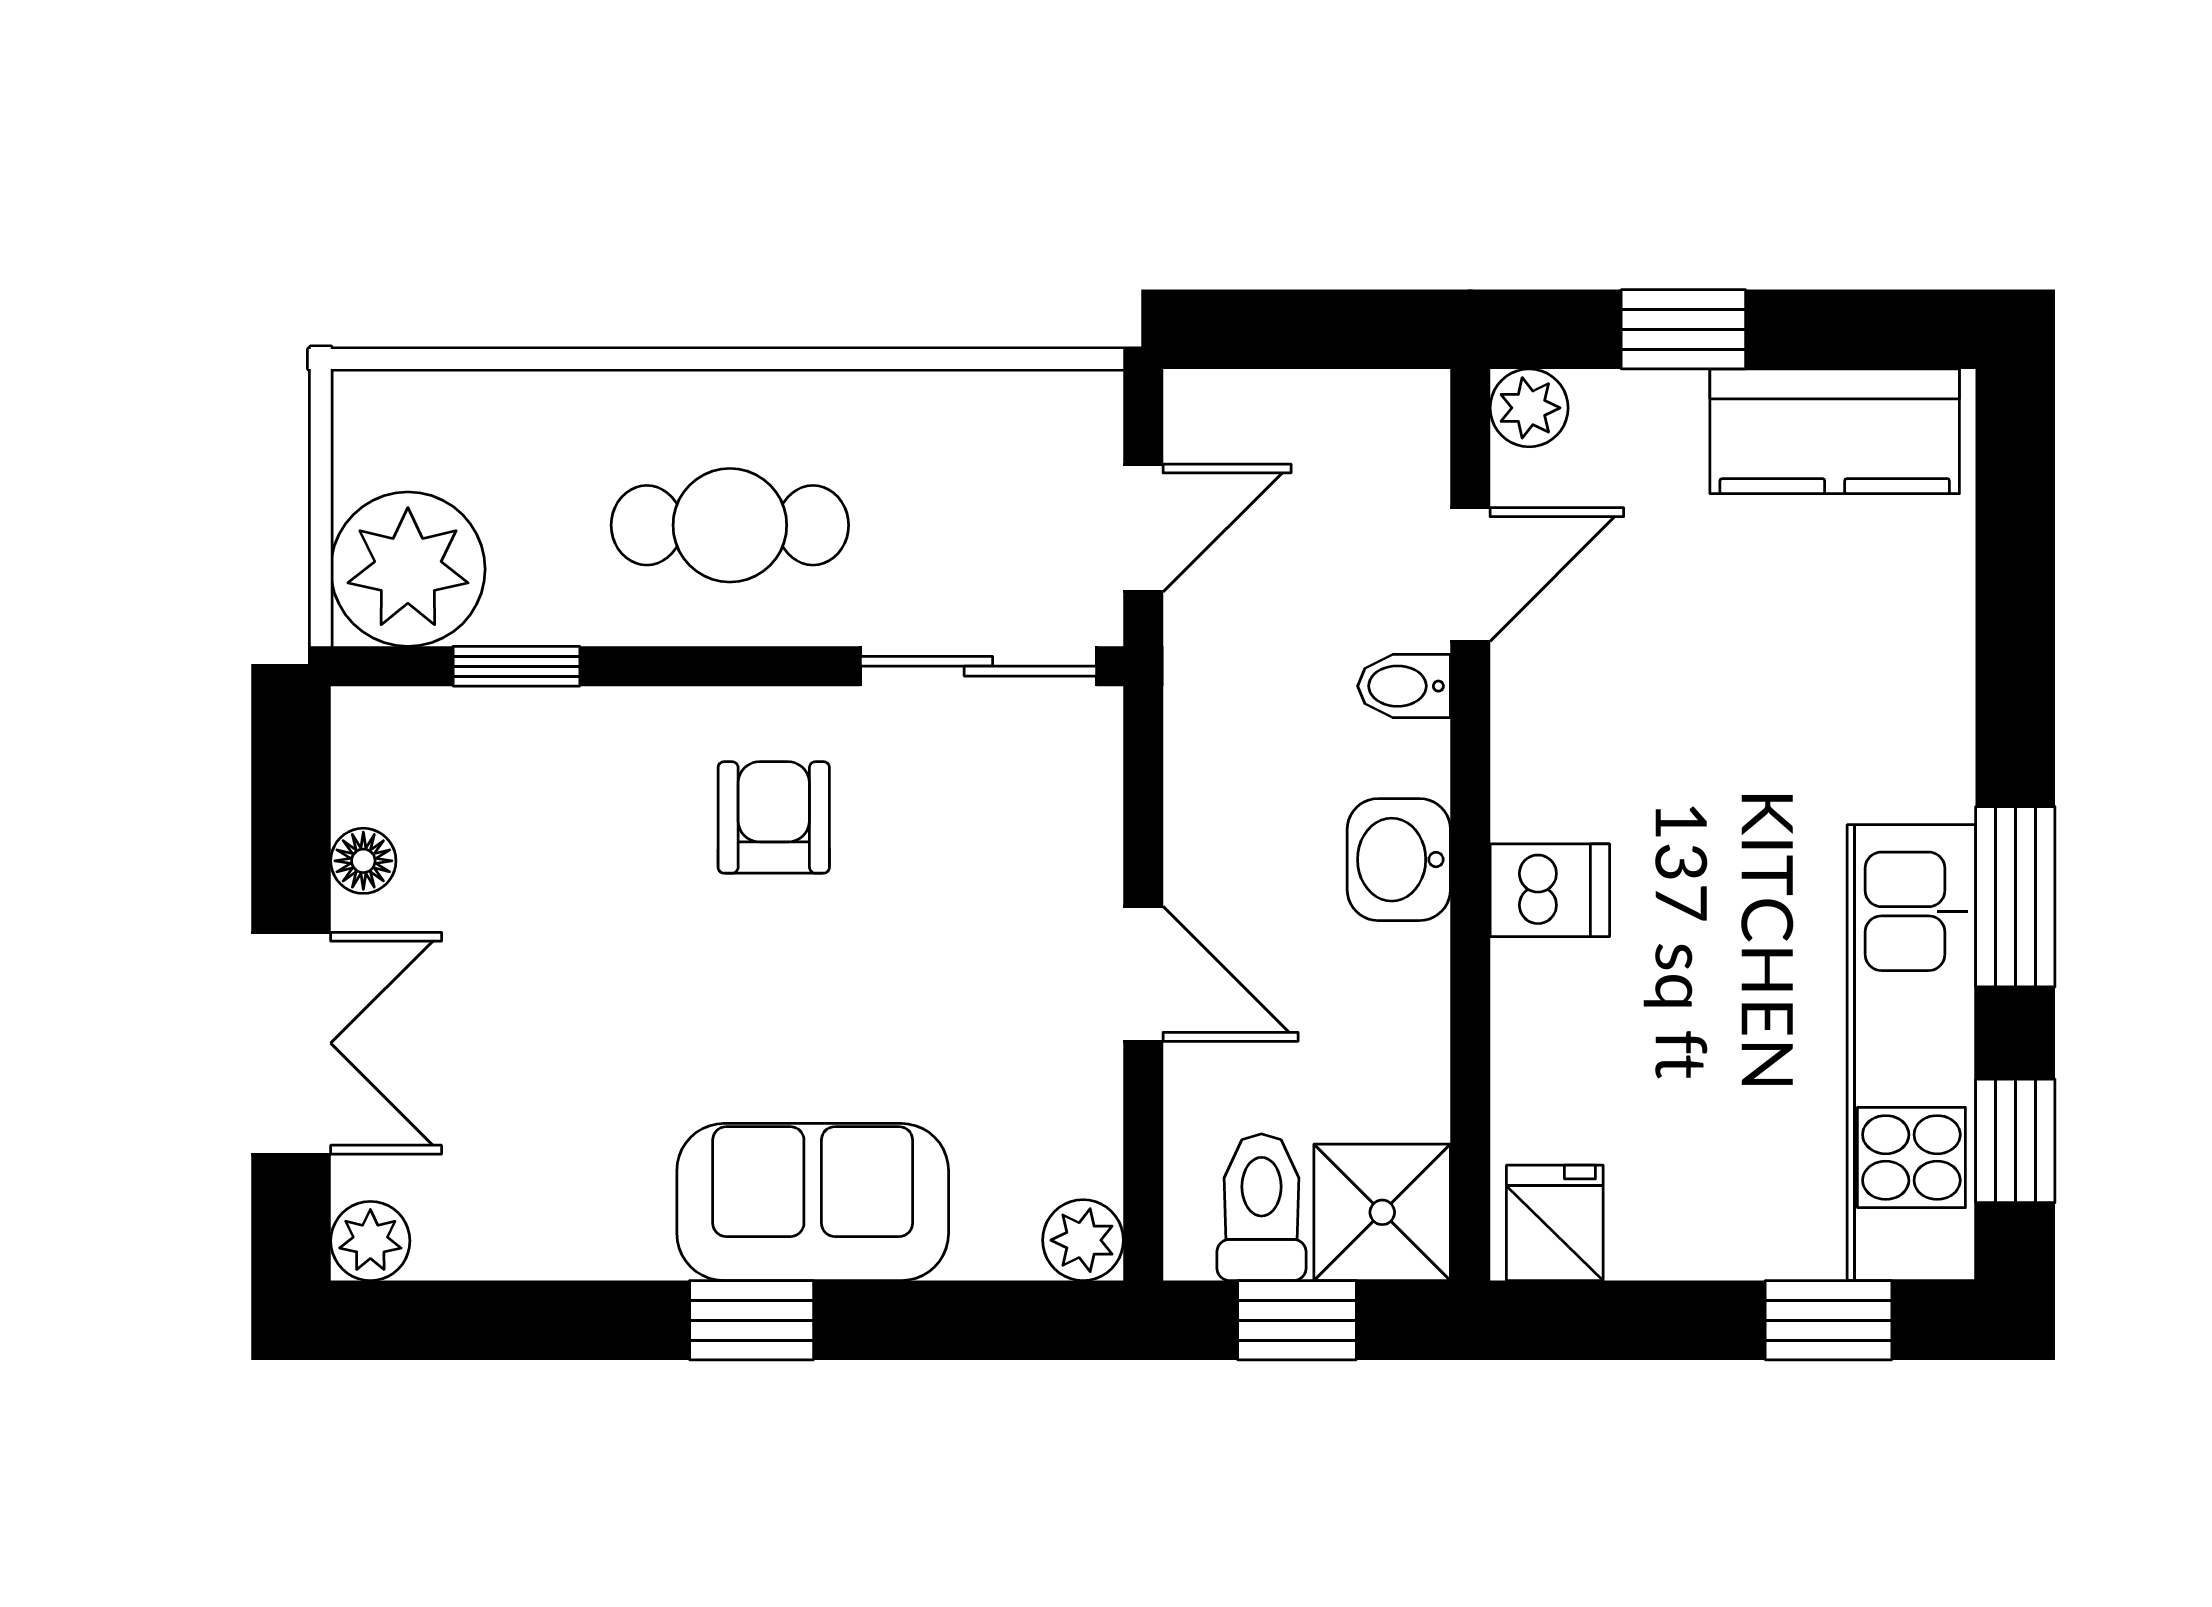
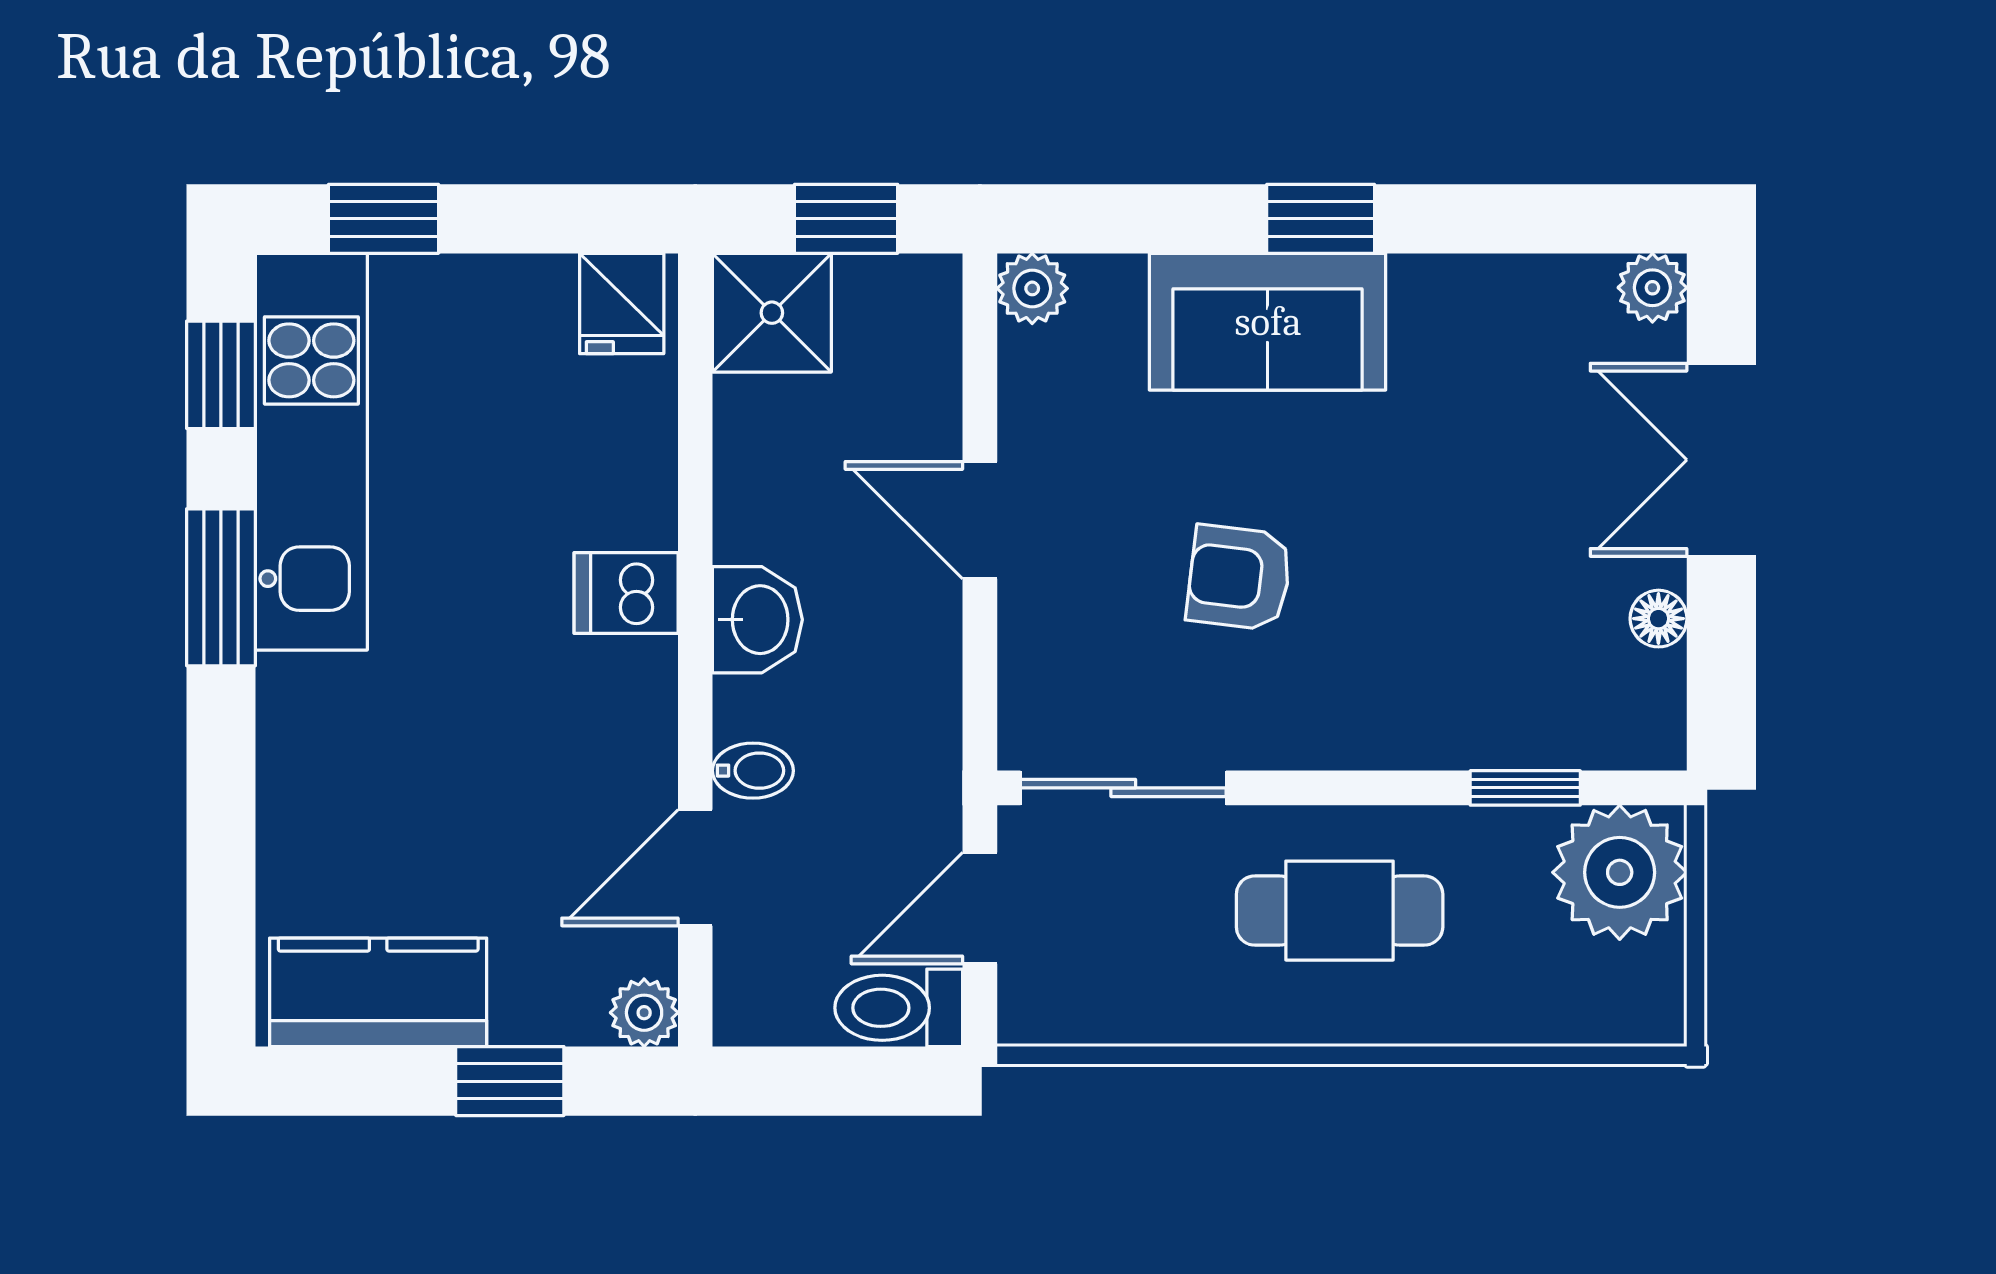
armchair: (774, 817) -> (1239, 578), moved, turned 97
toilet: (1261, 1207) -> (899, 1008), moved, turned 90

